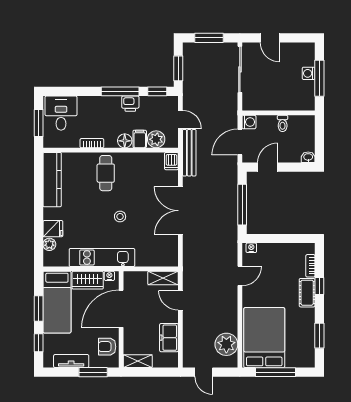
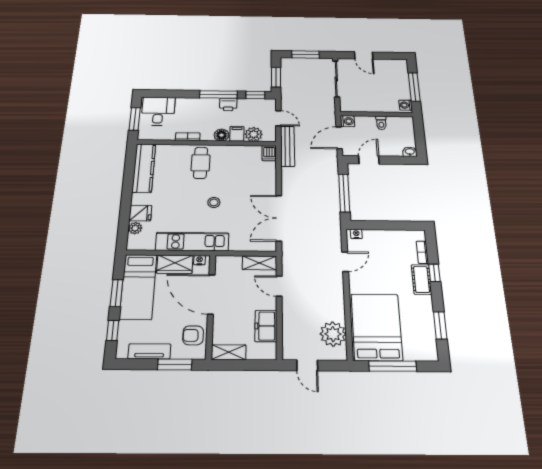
washing machine: (309, 73) -> (406, 105), moved
double door: (180, 211) -> (279, 218), moved
door: (121, 309) -> (211, 294), hinge flipped

